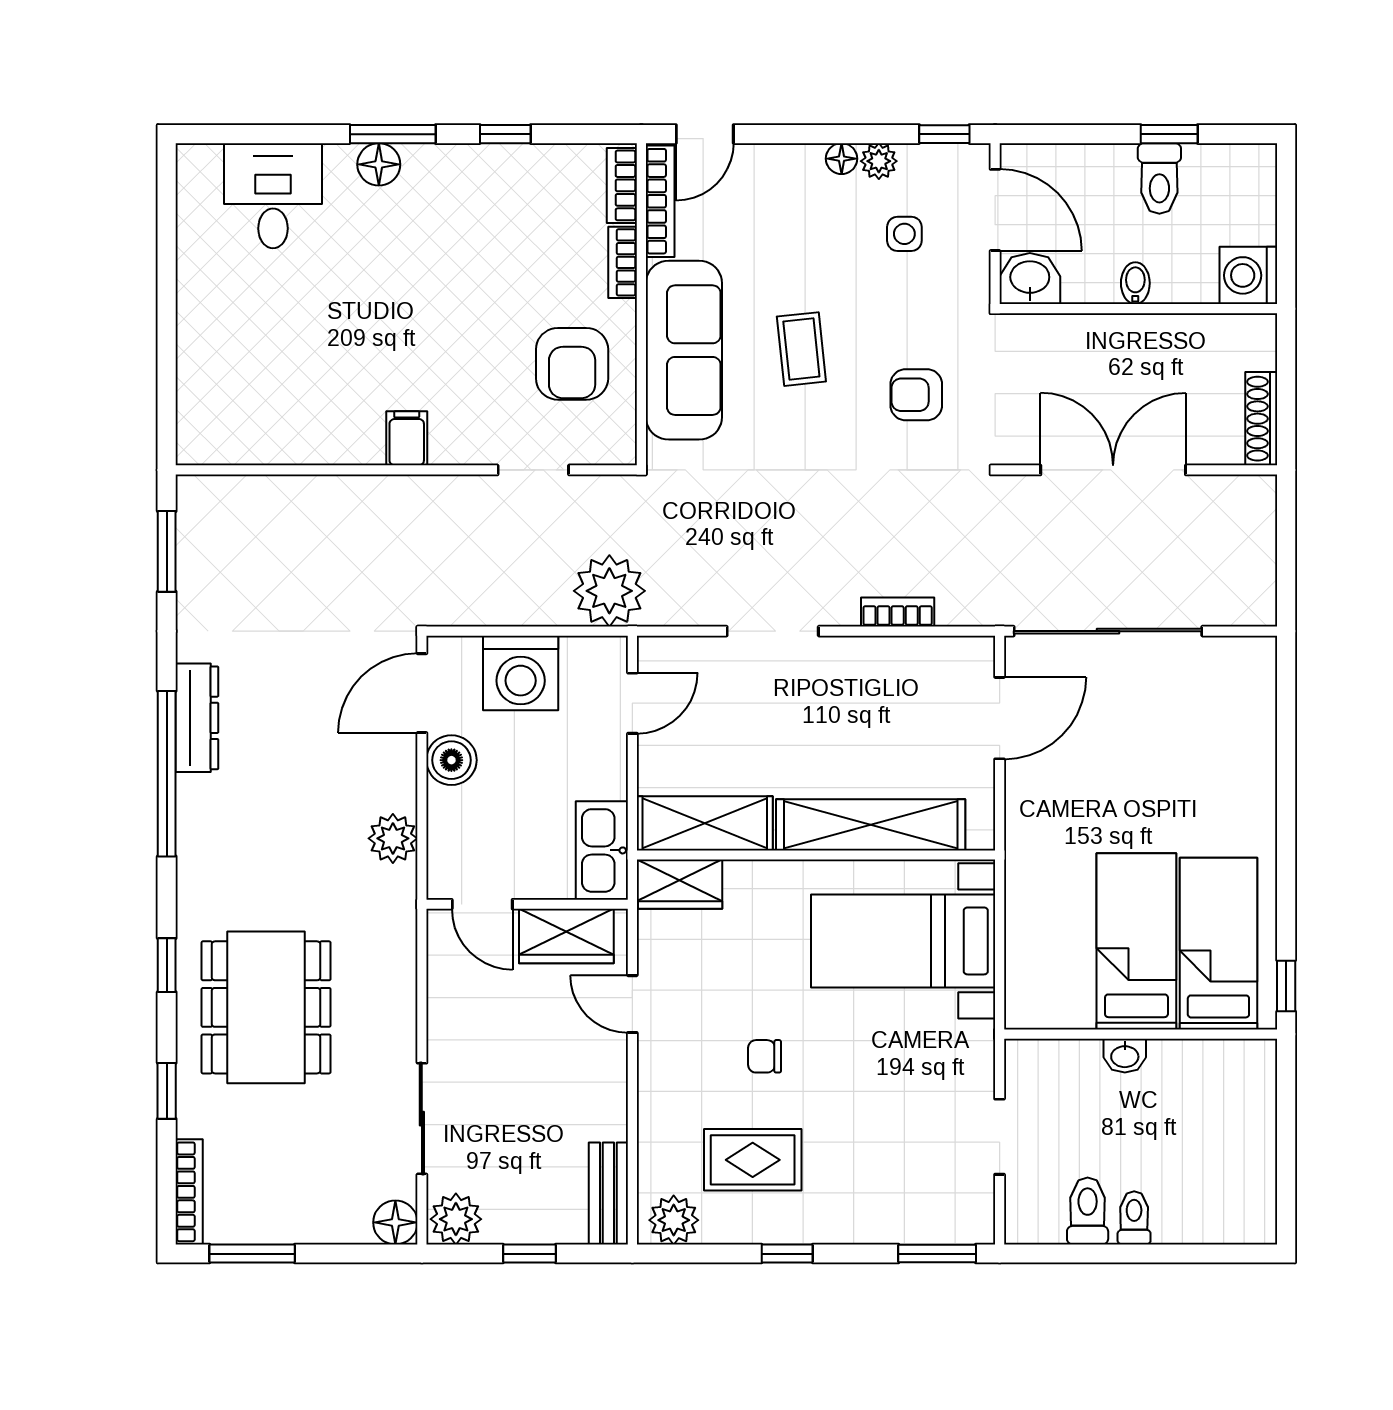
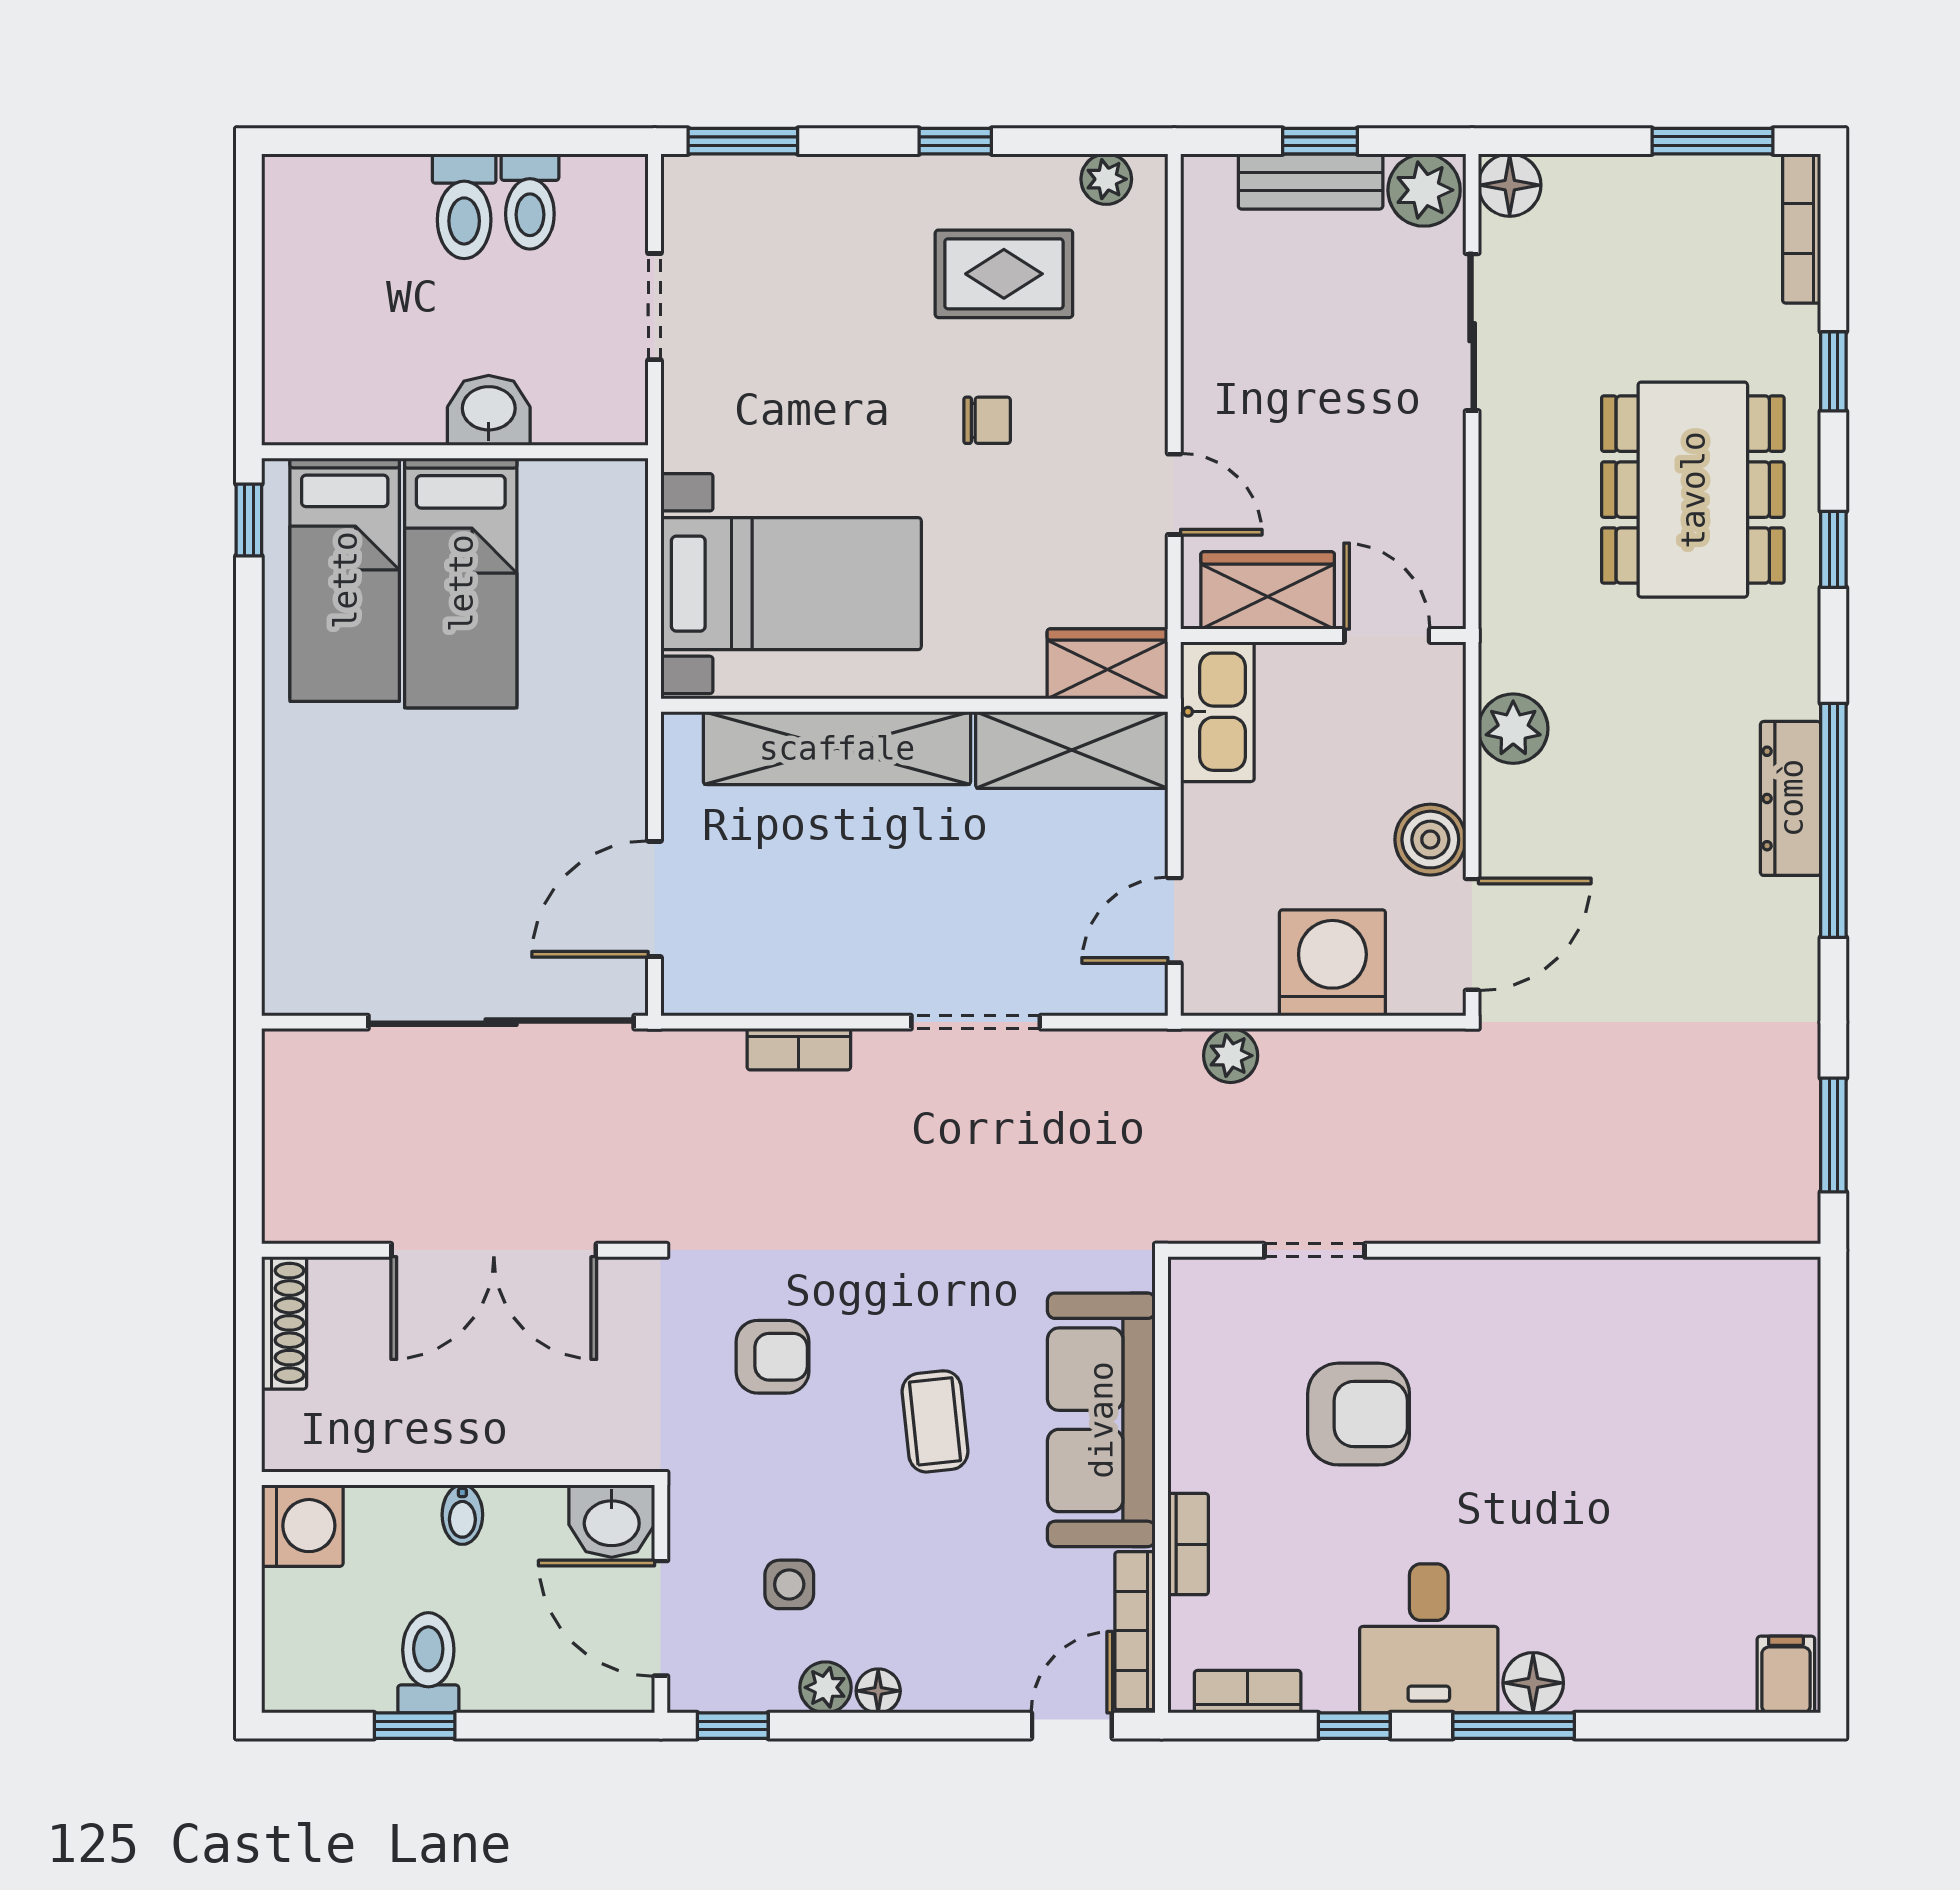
bookcase: (622, 185) -> (1248, 1692), moved, turned -90
desk: (273, 196) -> (1429, 1638), moved
armchair: (572, 364) -> (1359, 1414), moved, turned 90
filing cabinet: (407, 438) -> (1786, 1675), moved, turned 180
plant: (609, 591) -> (1231, 1056), width x0.53, depth x0.53
dresser: (197, 718) -> (1791, 798), moved
washbasin: (1125, 1056) -> (489, 410), width x1.38, depth x1.45
bench: (608, 1194) -> (1311, 181), moved, turned 90
toilet: (1134, 1218) -> (464, 206), width x1.37, depth x1.39
plant: (674, 1220) -> (1106, 179), width x0.73, depth x0.73

